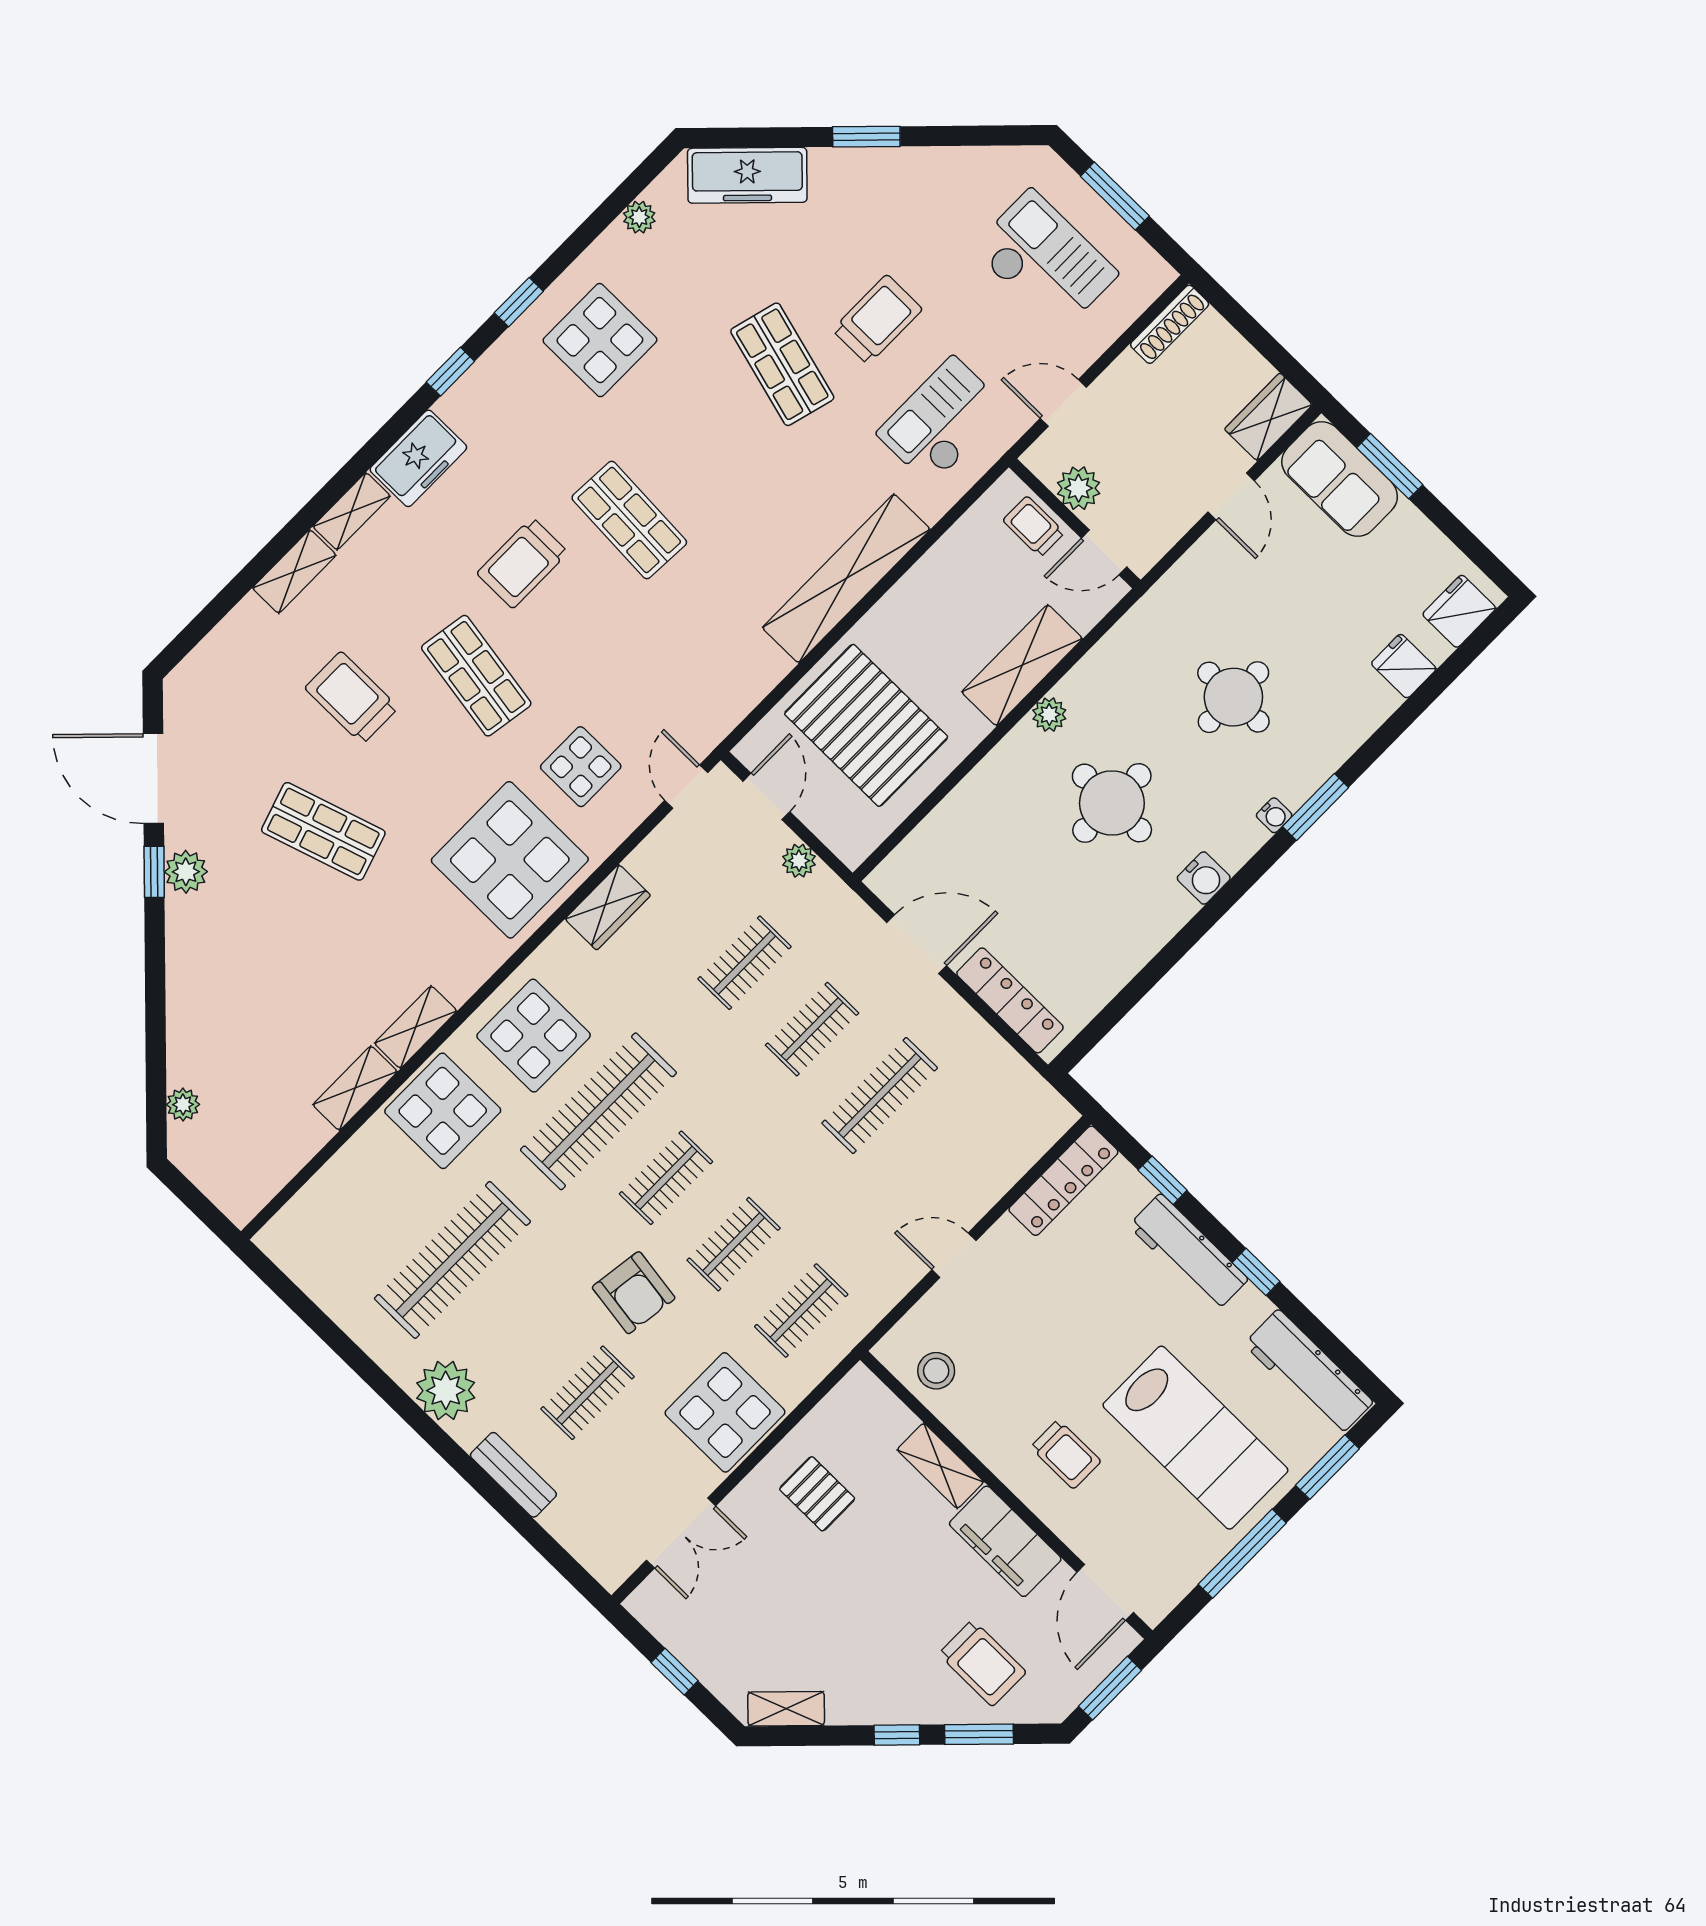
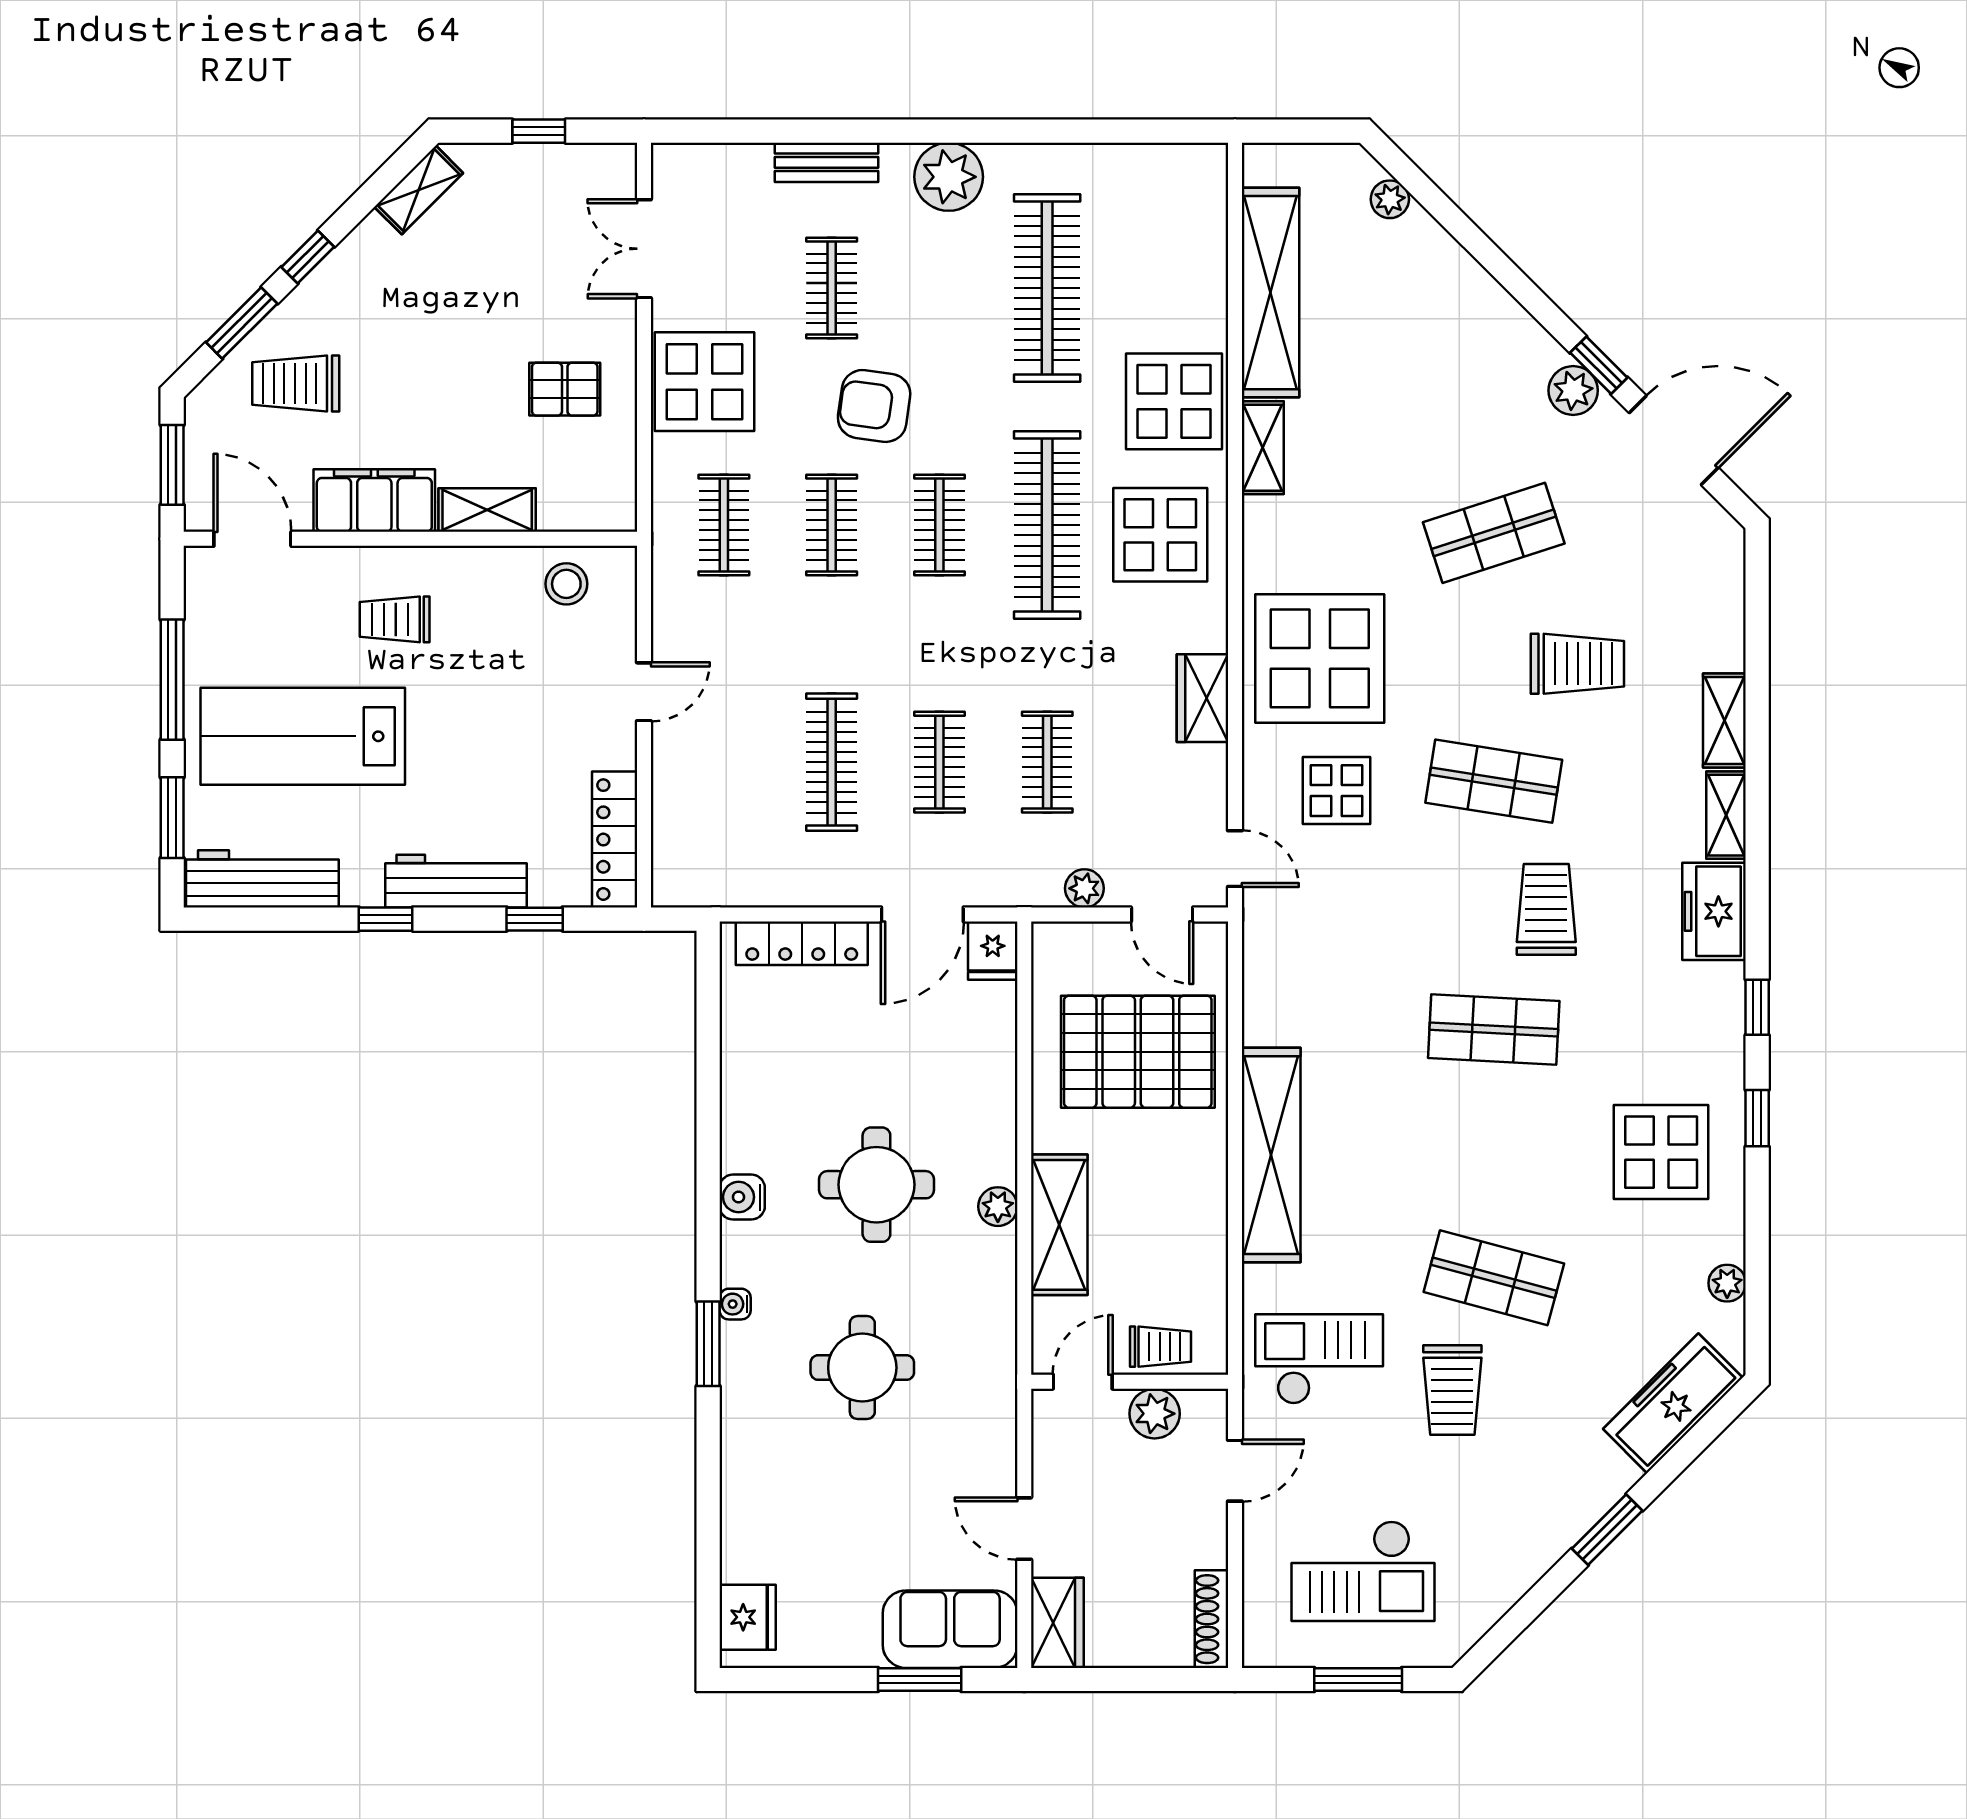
checkout: (942, 421) -> (1319, 1359), turned -90
fridge: (1404, 666) -> (993, 951), moved, turned 90
shelving: (355, 1088) -> (1270, 293), width x2.20, depth x1.33

